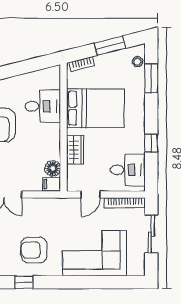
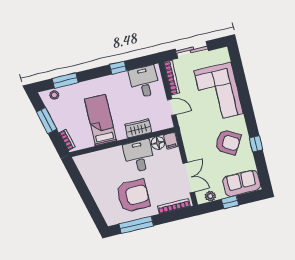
desk: (43, 106) -> (139, 156), moved
bed: (95, 108) -> (100, 120), width x0.67
armchair: (34, 250) -> (228, 142), turned -60

